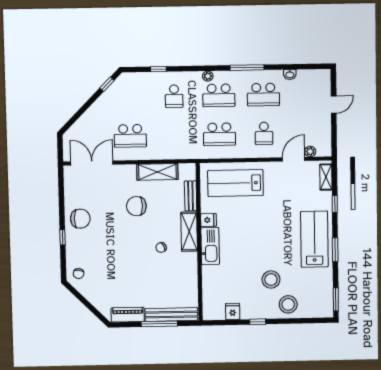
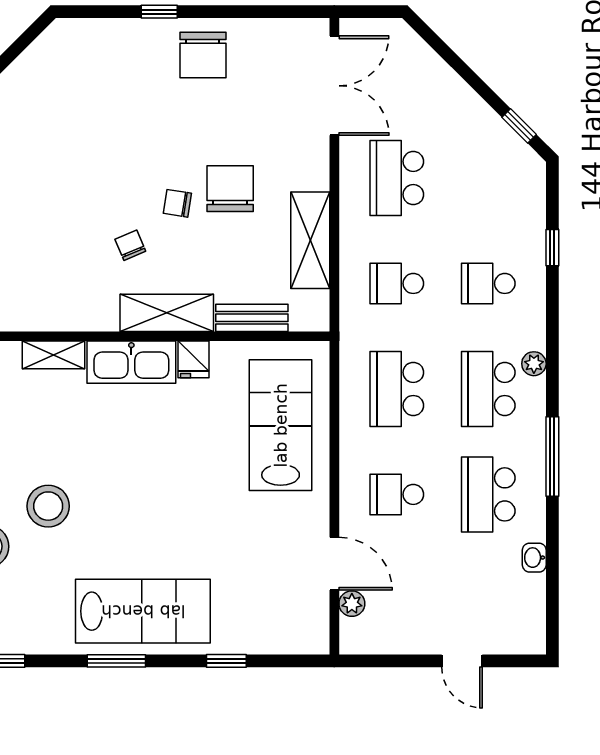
school desk: (175, 135) -> (397, 283), added
shelving: (326, 177) -> (54, 355), moved
chair: (79, 274) -> (177, 203), moved

